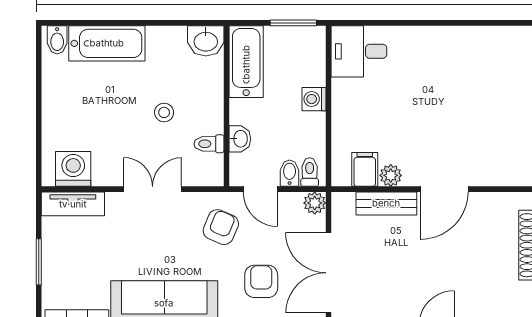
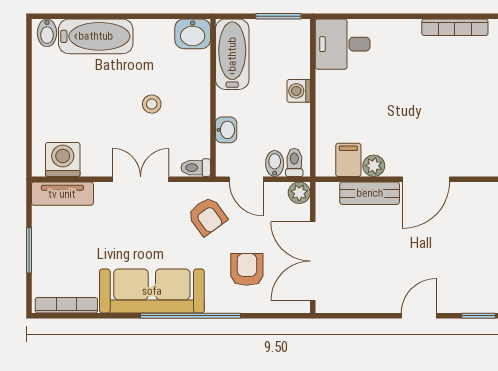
bookcase: (474, 34) -> (455, 27), added
toilet: (209, 144) -> (196, 168), moved
armchair: (221, 227) -> (207, 216), turned 121

